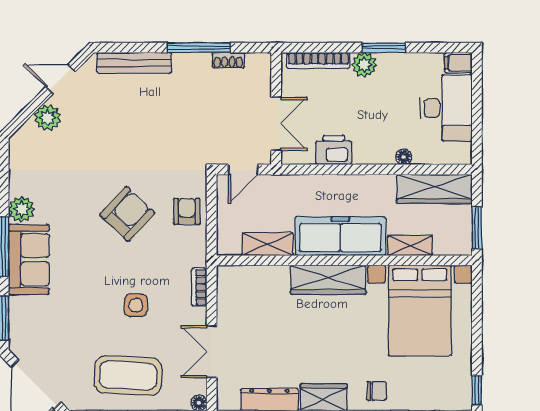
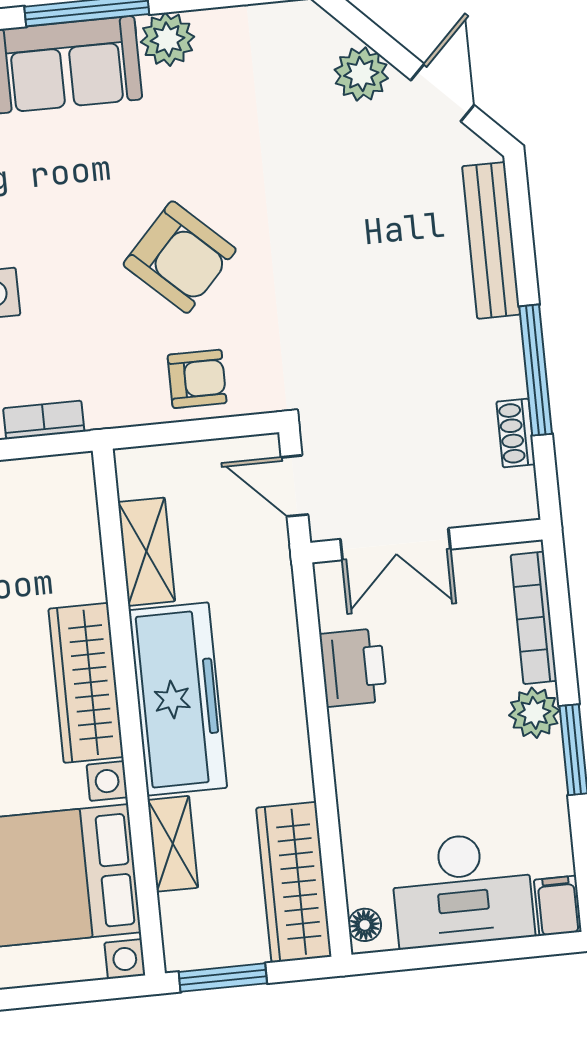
floor lamp: (404, 157) -> (365, 925), moved

